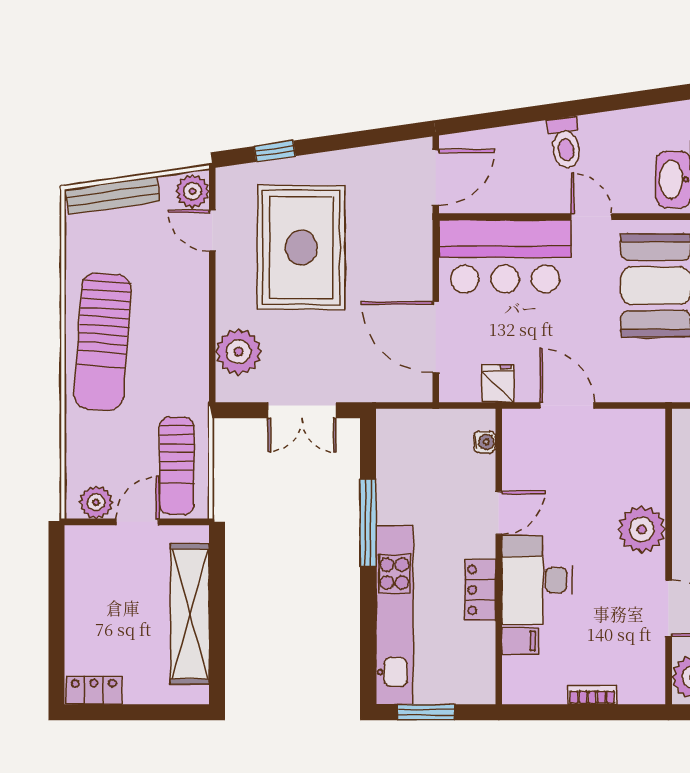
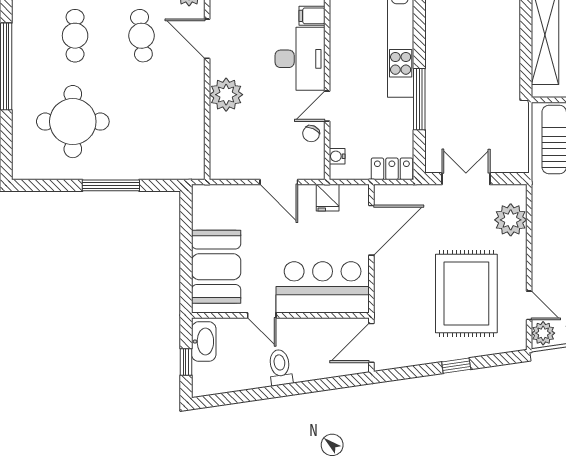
window: (275, 151) -> (456, 366), moved
door: (436, 337) -> (371, 230), hinge flipped
chair: (521, 474) -> (311, 134), added
locker: (480, 590) -> (392, 169), moved, turned -90

